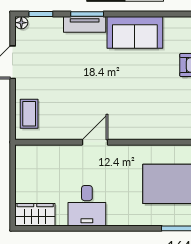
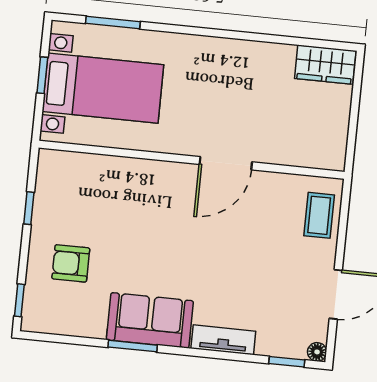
window: (87, 14) -> (133, 346), moved
door: (95, 142) -> (226, 163), width x1.38
desk: (87, 206) -> (247, 70), removed

